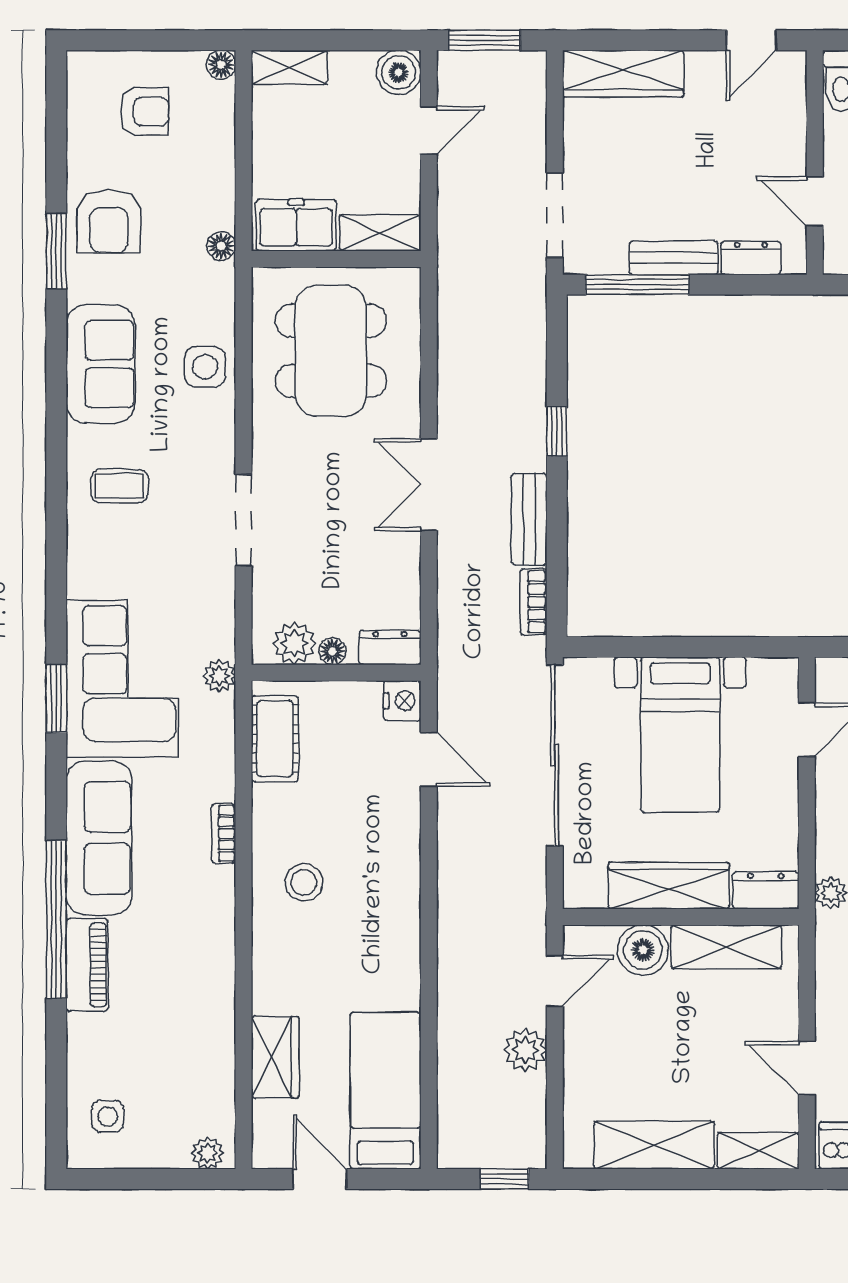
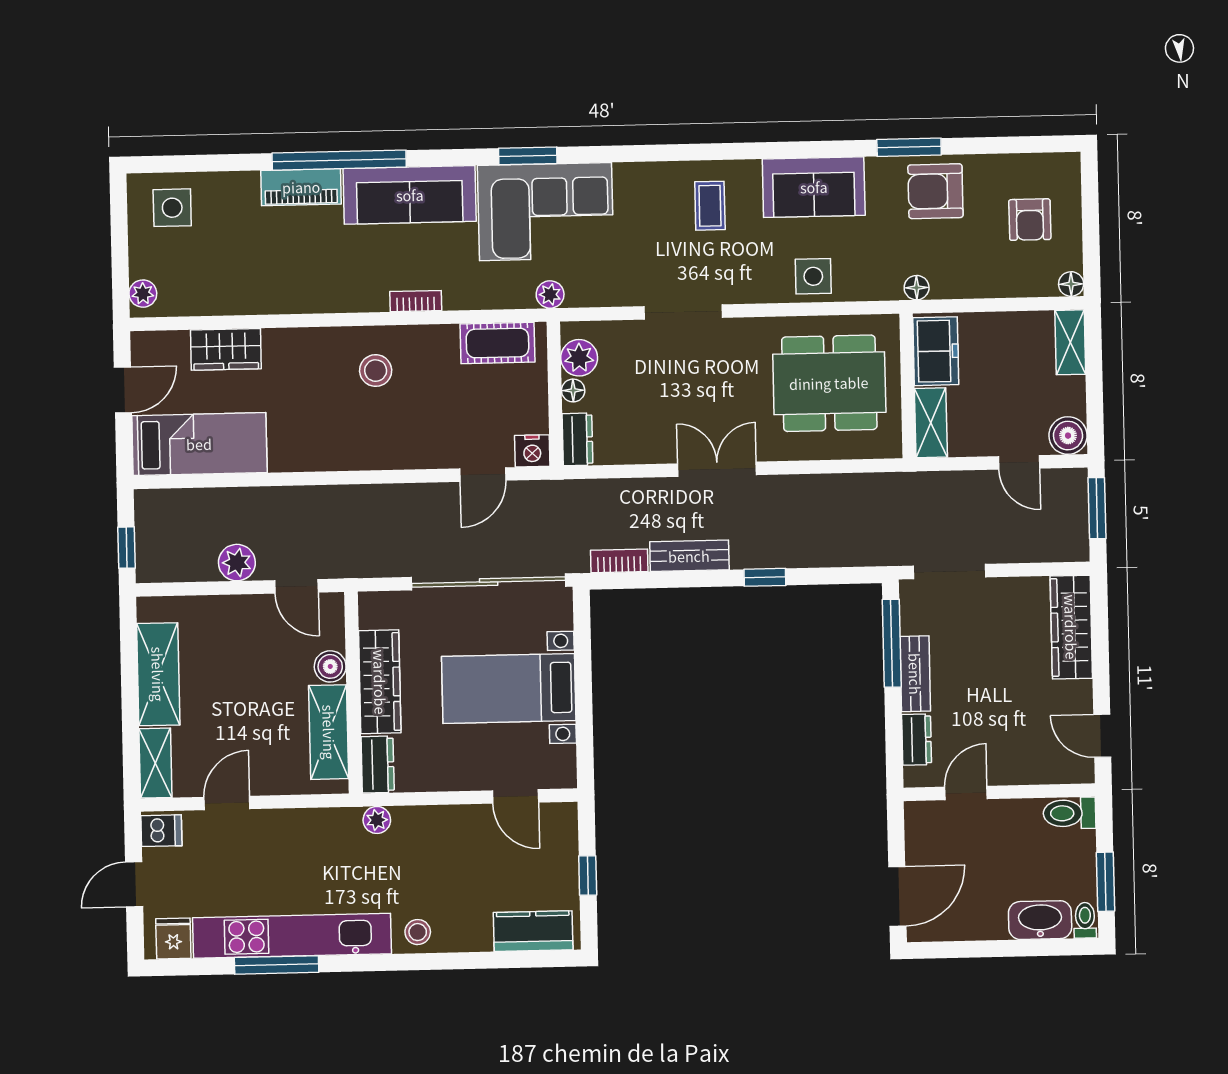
boiler: (643, 950) -> (330, 666), width x0.73, depth x0.73
side table: (108, 1116) -> (172, 208), width x1.37, depth x1.37

